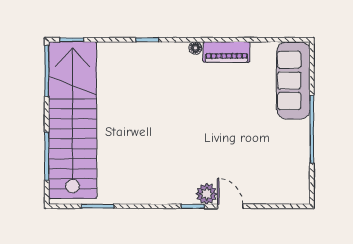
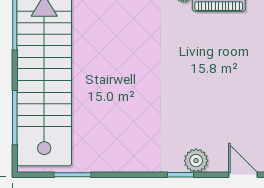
door: (230, 206) -> (243, 175), moved

